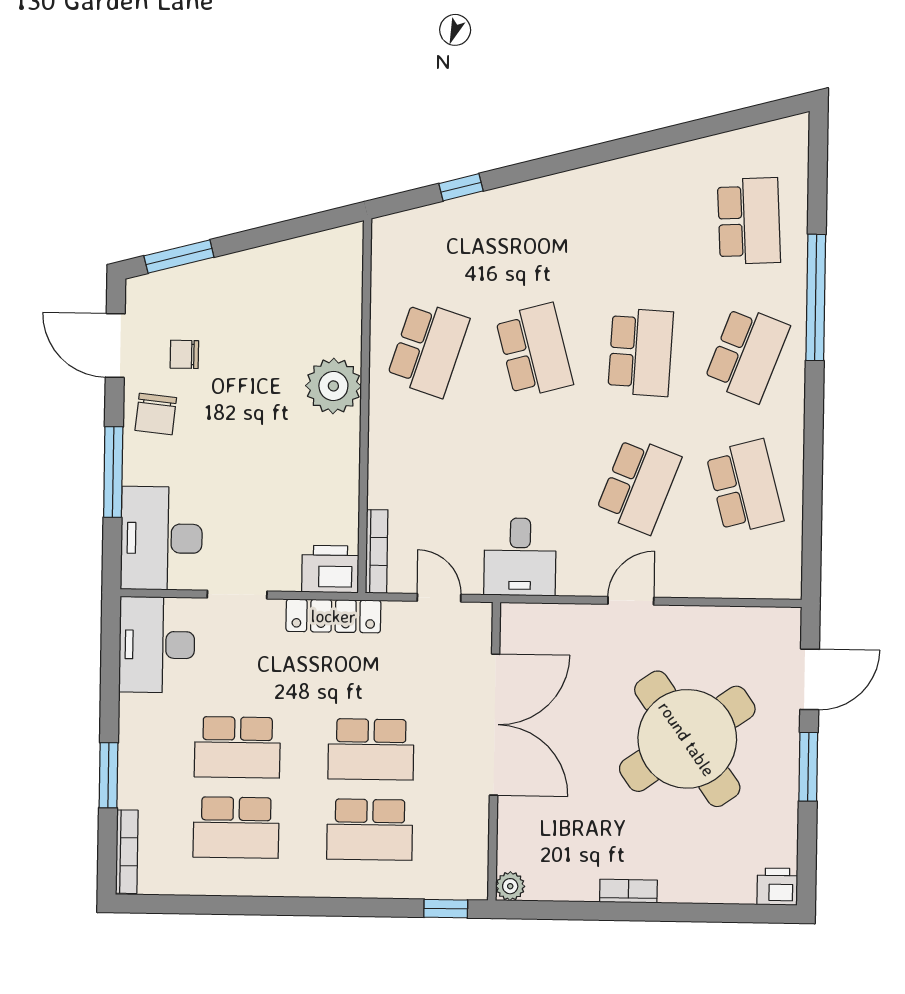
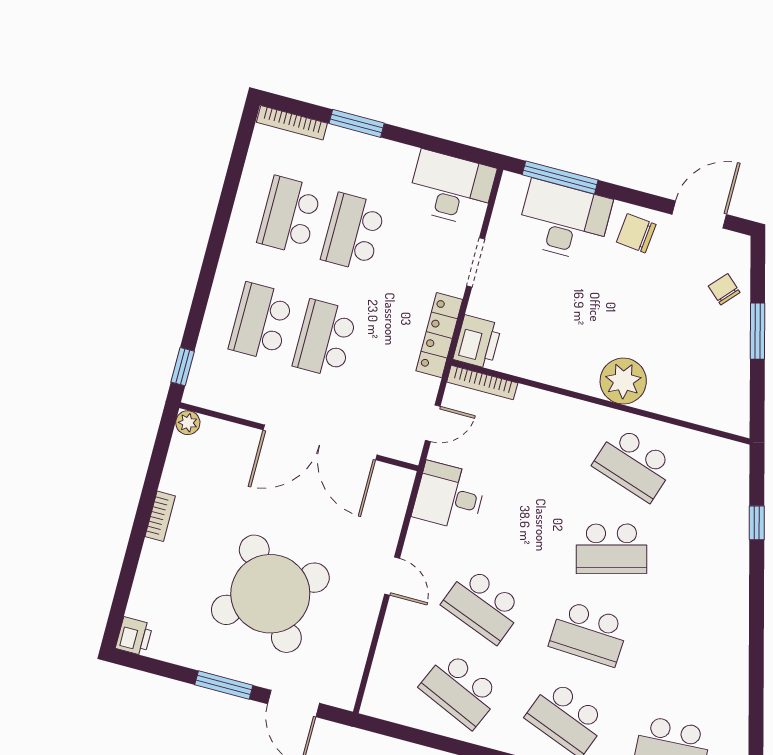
window: (179, 256) -> (757, 331), moved
chair: (184, 354) -> (724, 289), moved, turned -48
window: (113, 472) -> (560, 177), moved
school desk: (745, 487) -> (460, 690), turned 39
desk: (161, 538) -> (564, 221), moved

